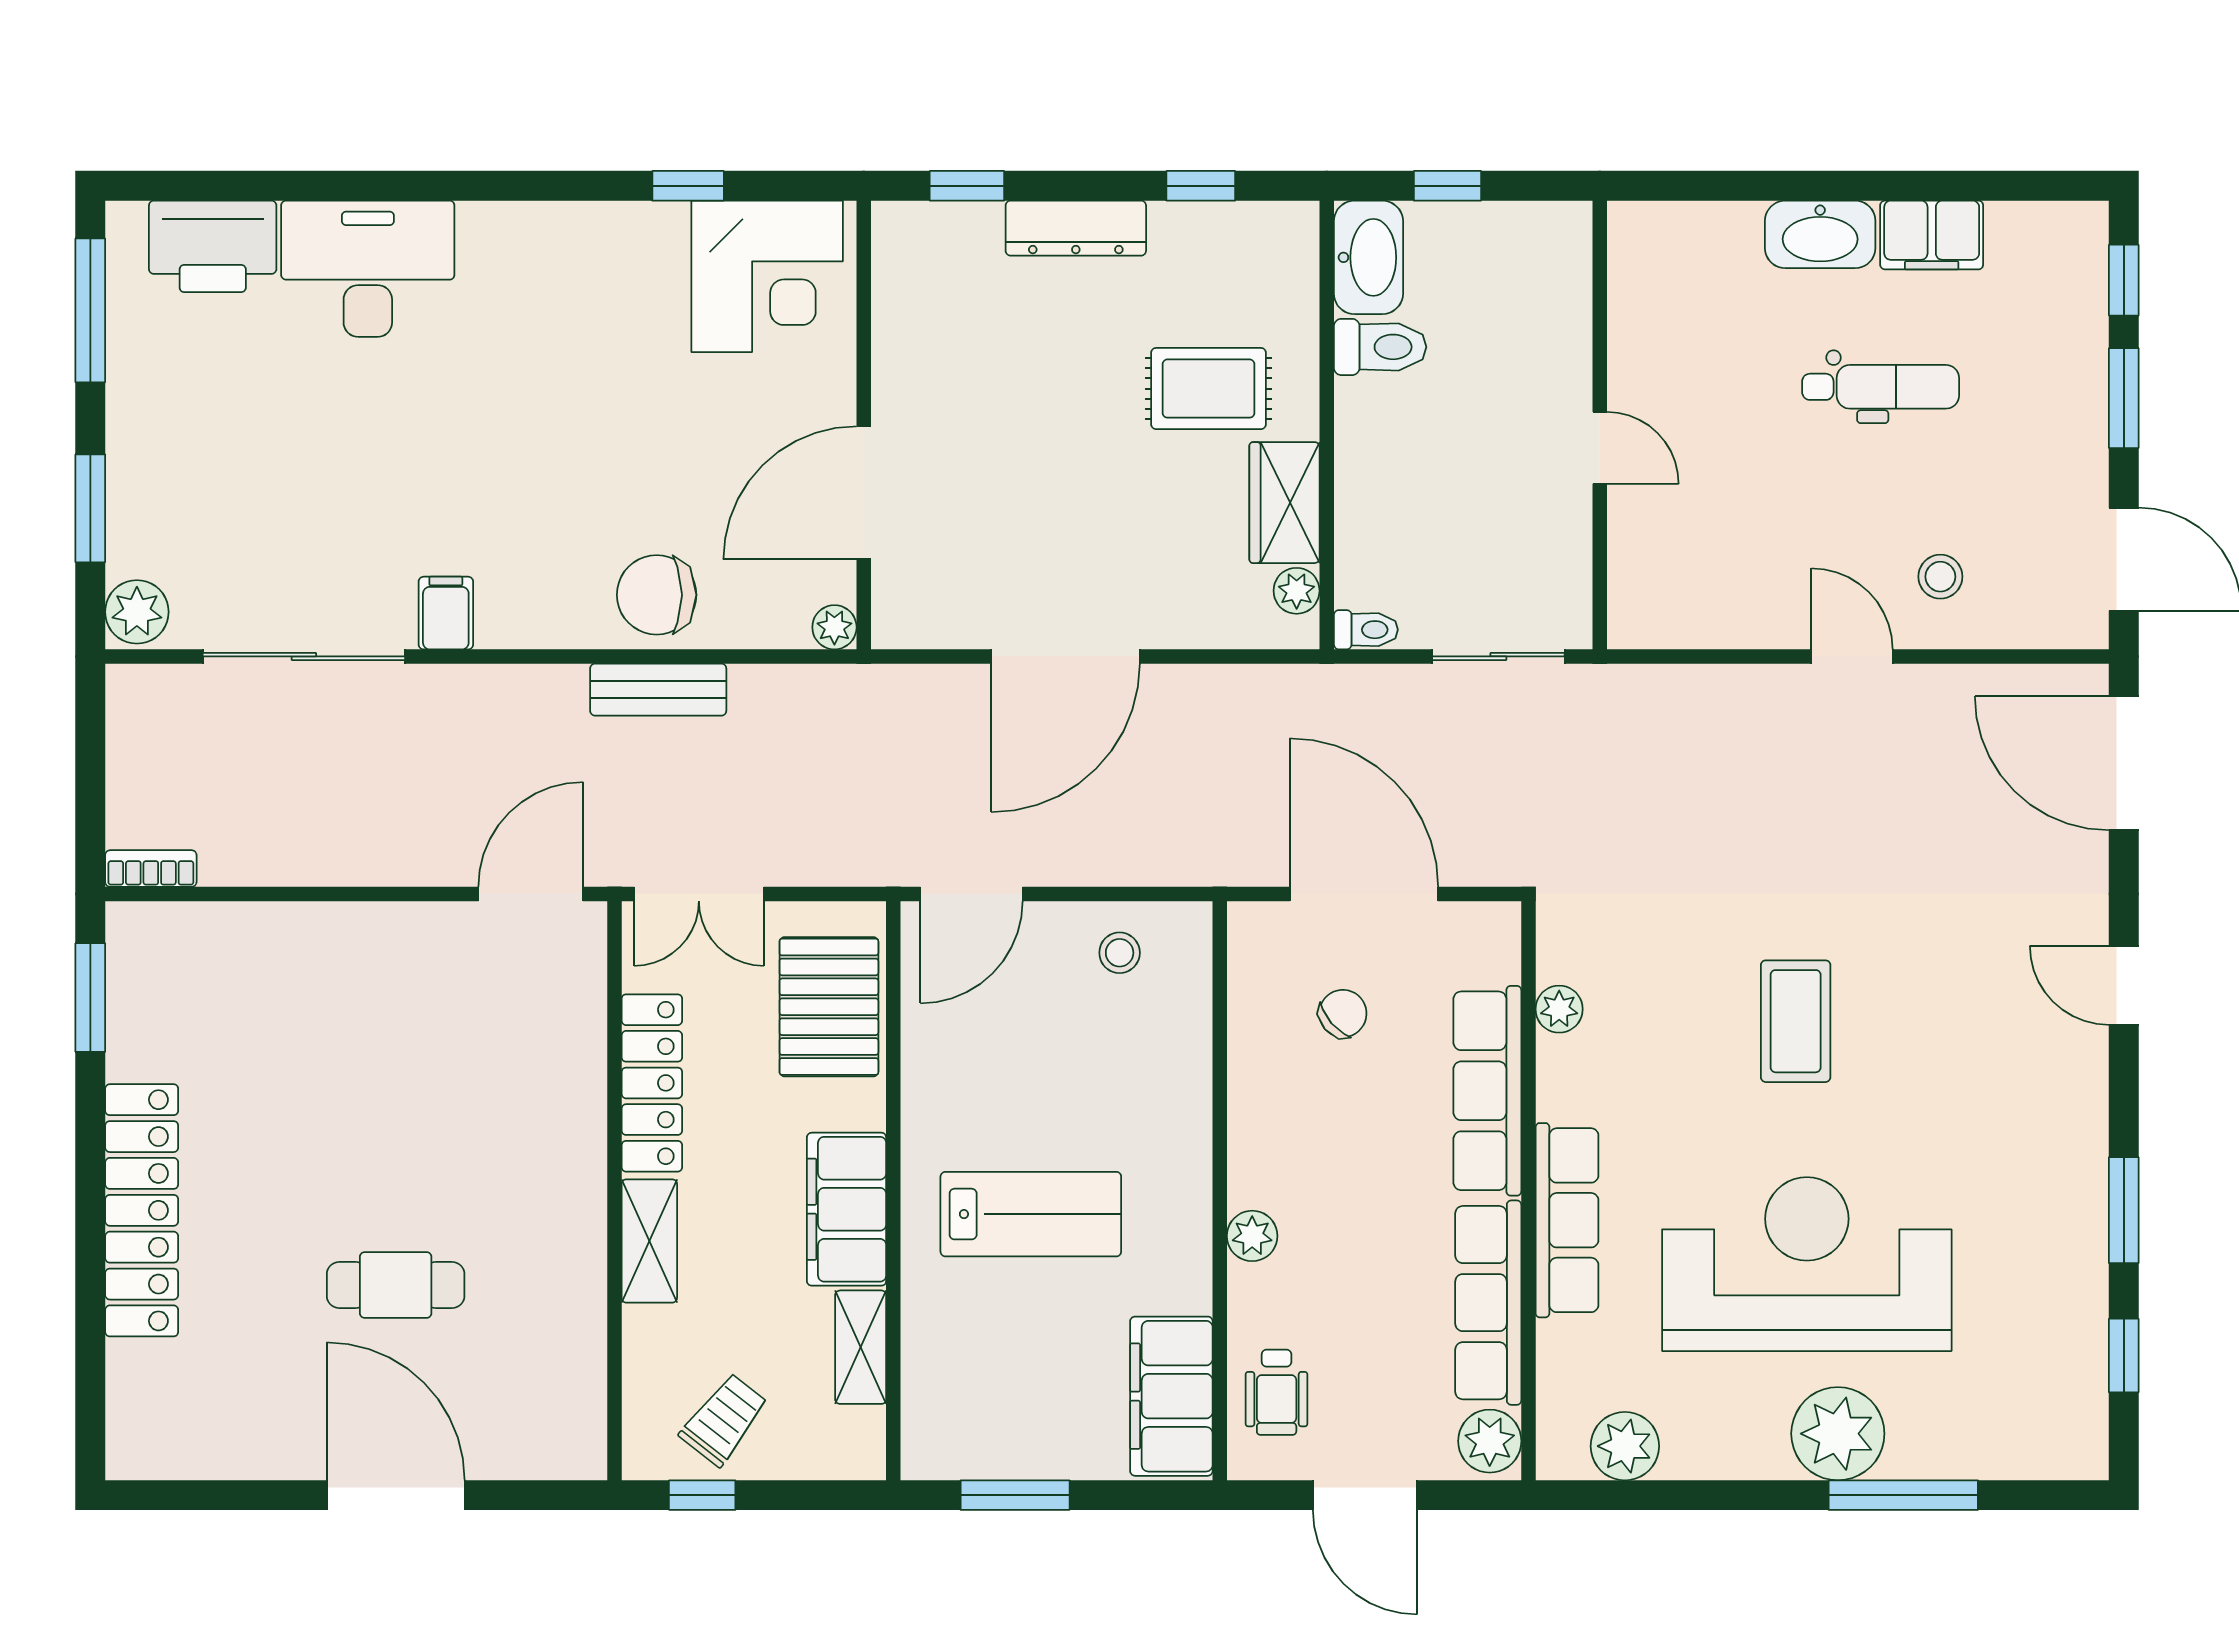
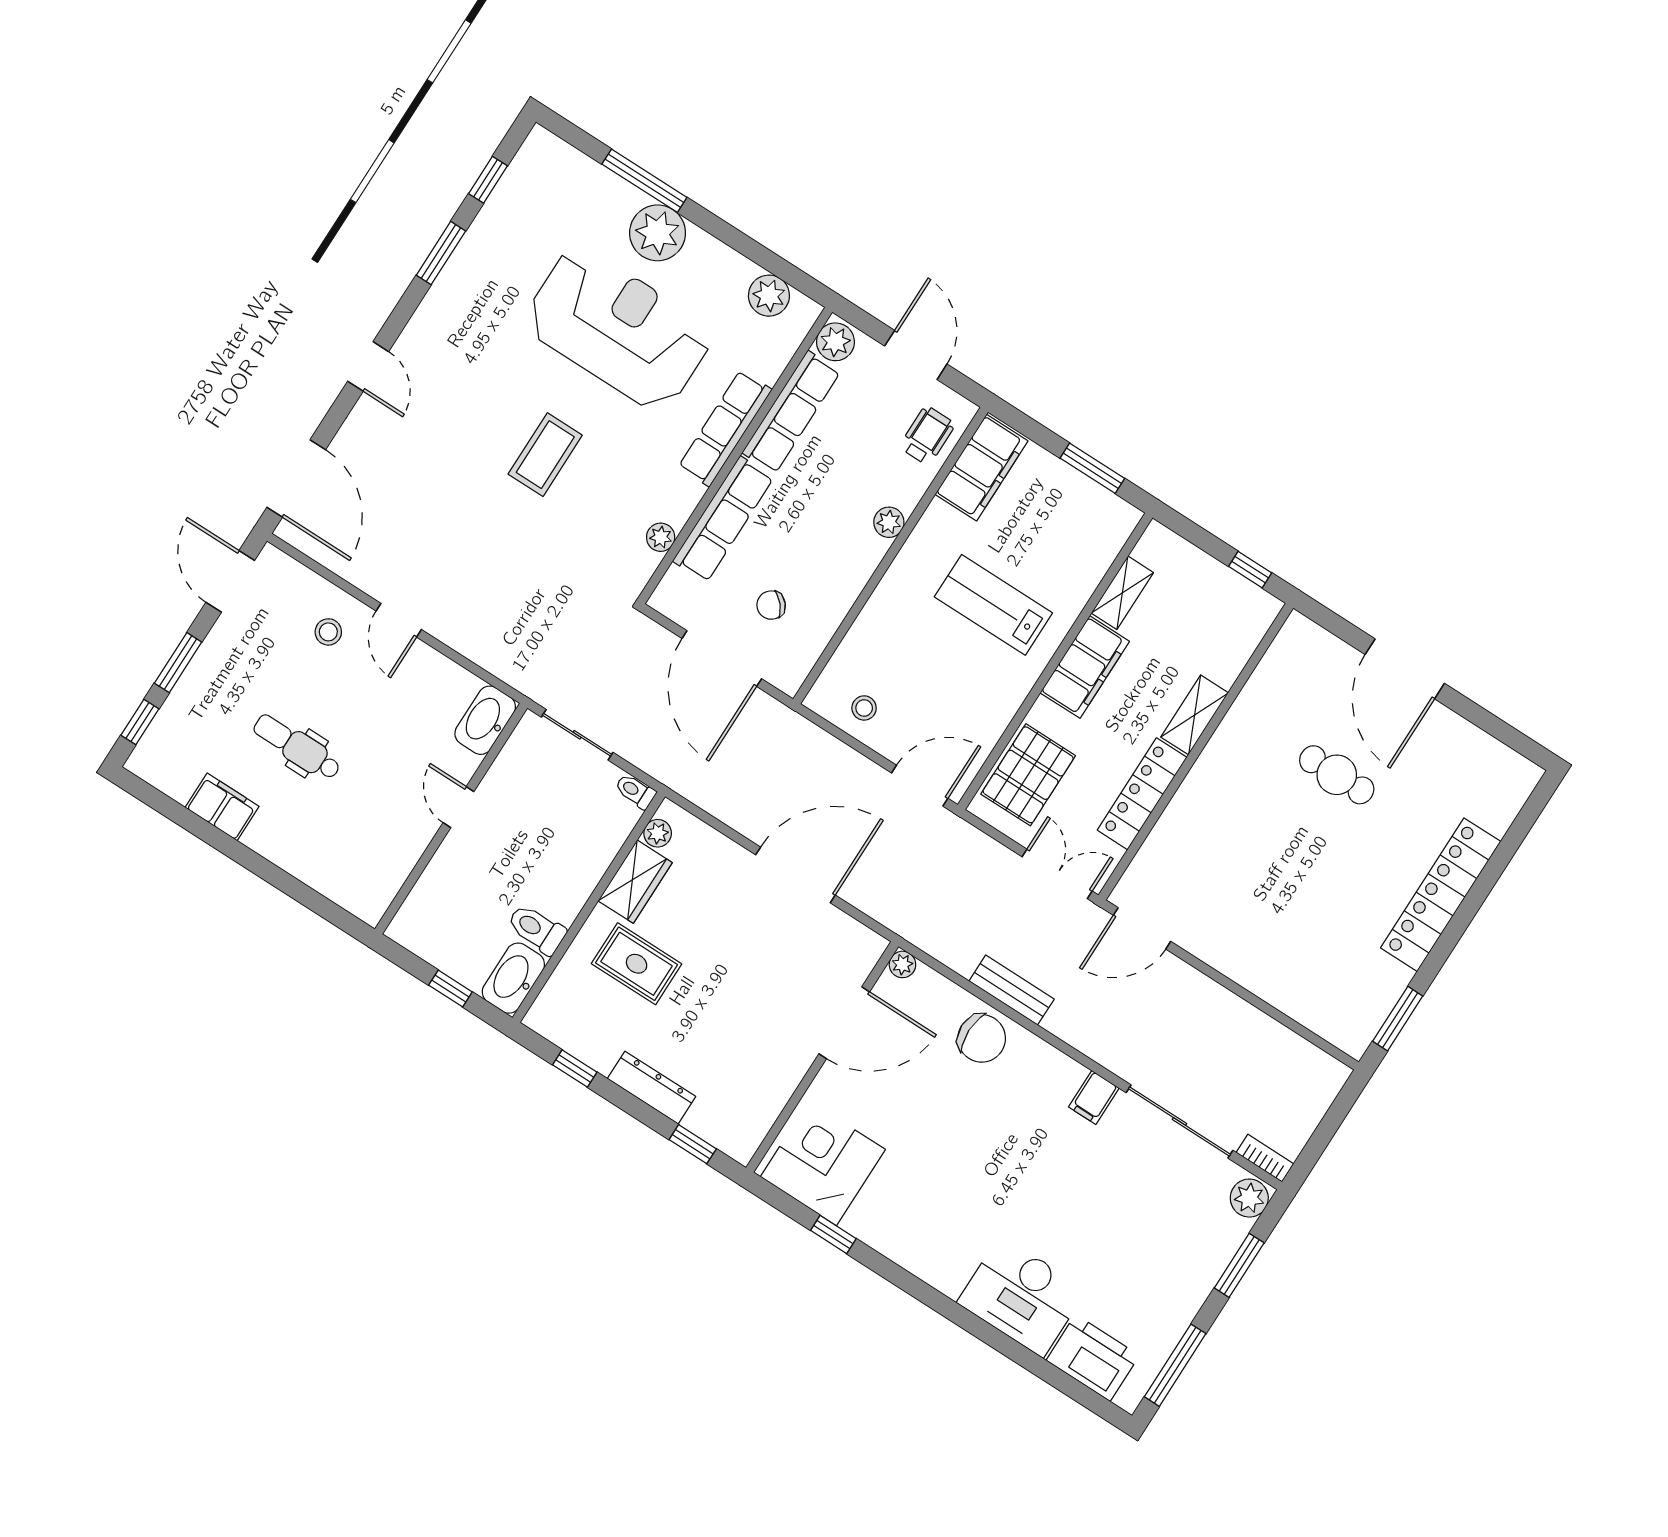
washbasin: (1820, 234) -> (485, 720), moved, turned -90
bookcase: (151, 869) -> (1265, 1158), moved, turned 180
reception desk: (1807, 1264) -> (618, 328), turned 180
trolley: (724, 1420) -> (1215, 601), removed

